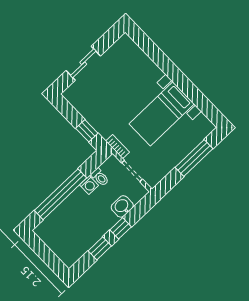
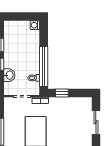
washing machine: (89, 185) -> (35, 25), moved
window: (61, 194) -> (44, 67), moved

